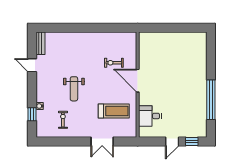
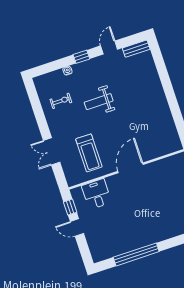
exercise bike: (114, 63) -> (141, 136), removed
window: (32, 114) -> (81, 57), moved
window: (192, 141) -> (70, 207), moved

